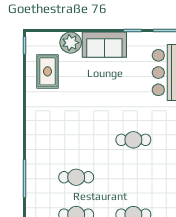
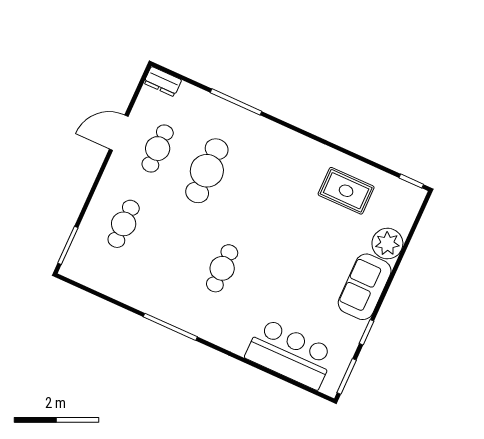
rug: (48, 71) -> (346, 191), moved
cafe table: (76, 177) -> (207, 171), width x1.37, depth x1.35

